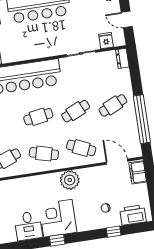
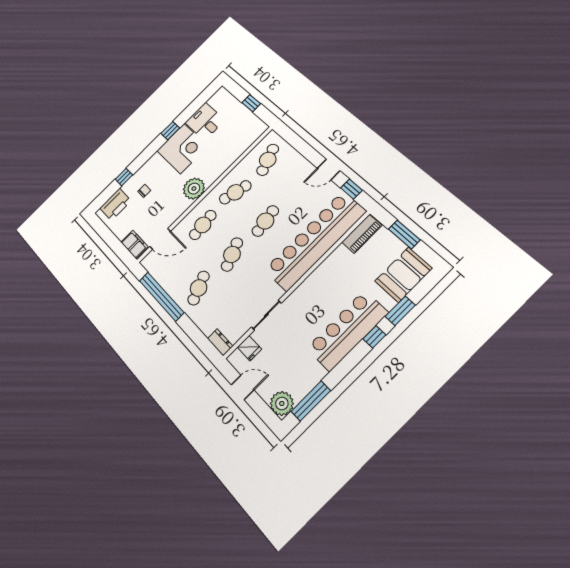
cafe table: (81, 148) -> (203, 225), turned -30

